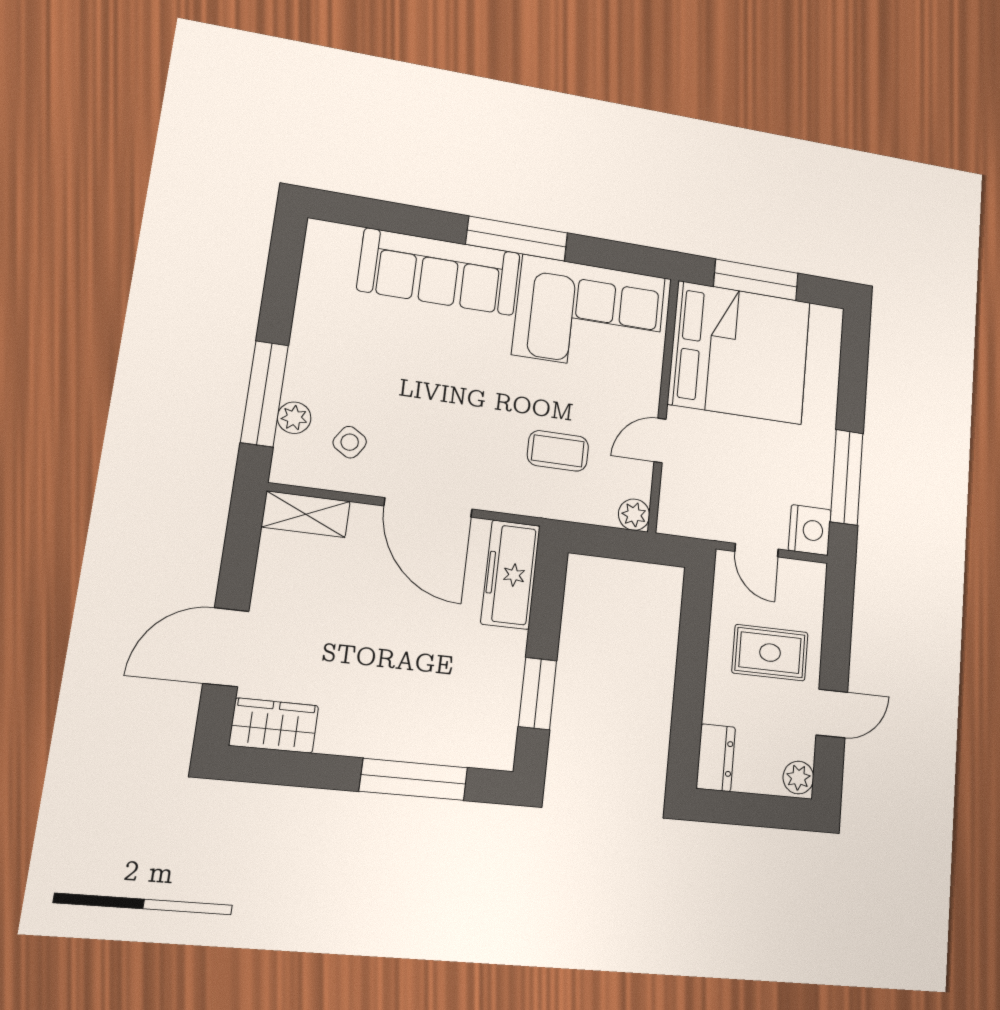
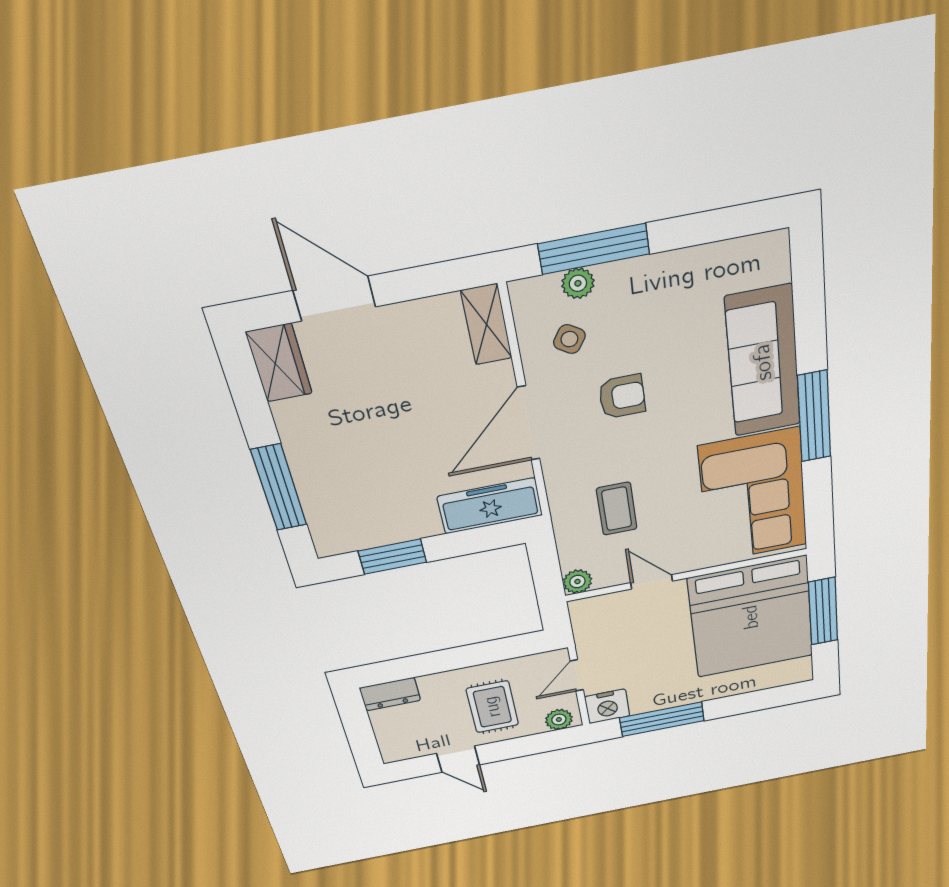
armchair: (430, 411) -> (622, 397), added
plant: (798, 778) -> (559, 720), moved

